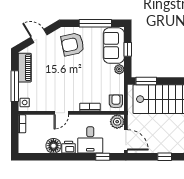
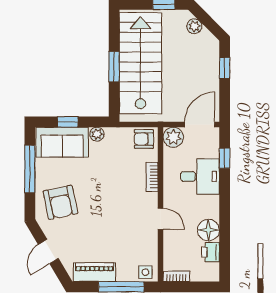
window: (146, 81) -> (114, 67), moved
printer: (69, 147) -> (211, 252), moved

